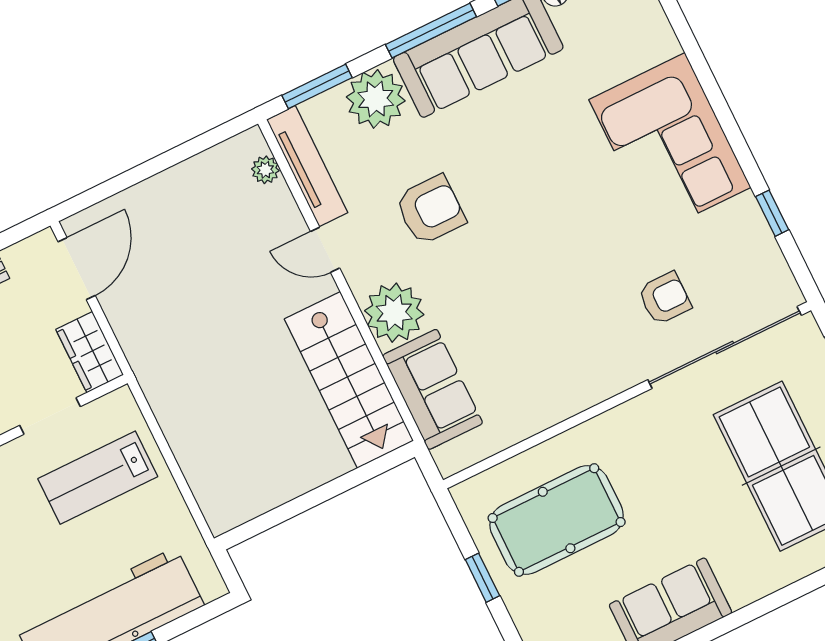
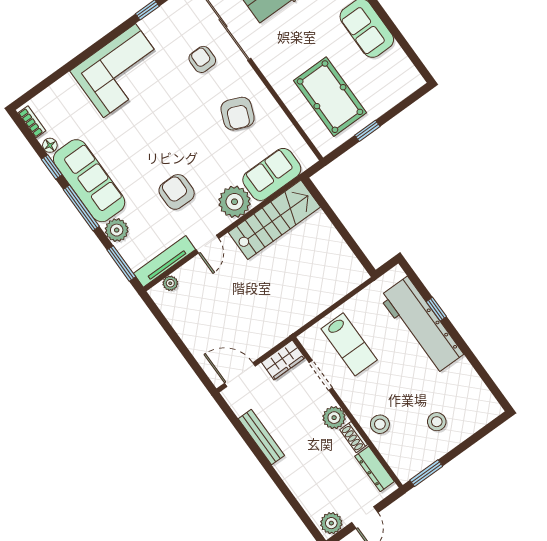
plant: (376, 99) -> (117, 230), width x0.73, depth x0.73
armchair: (555, 346) -> (238, 114), added

